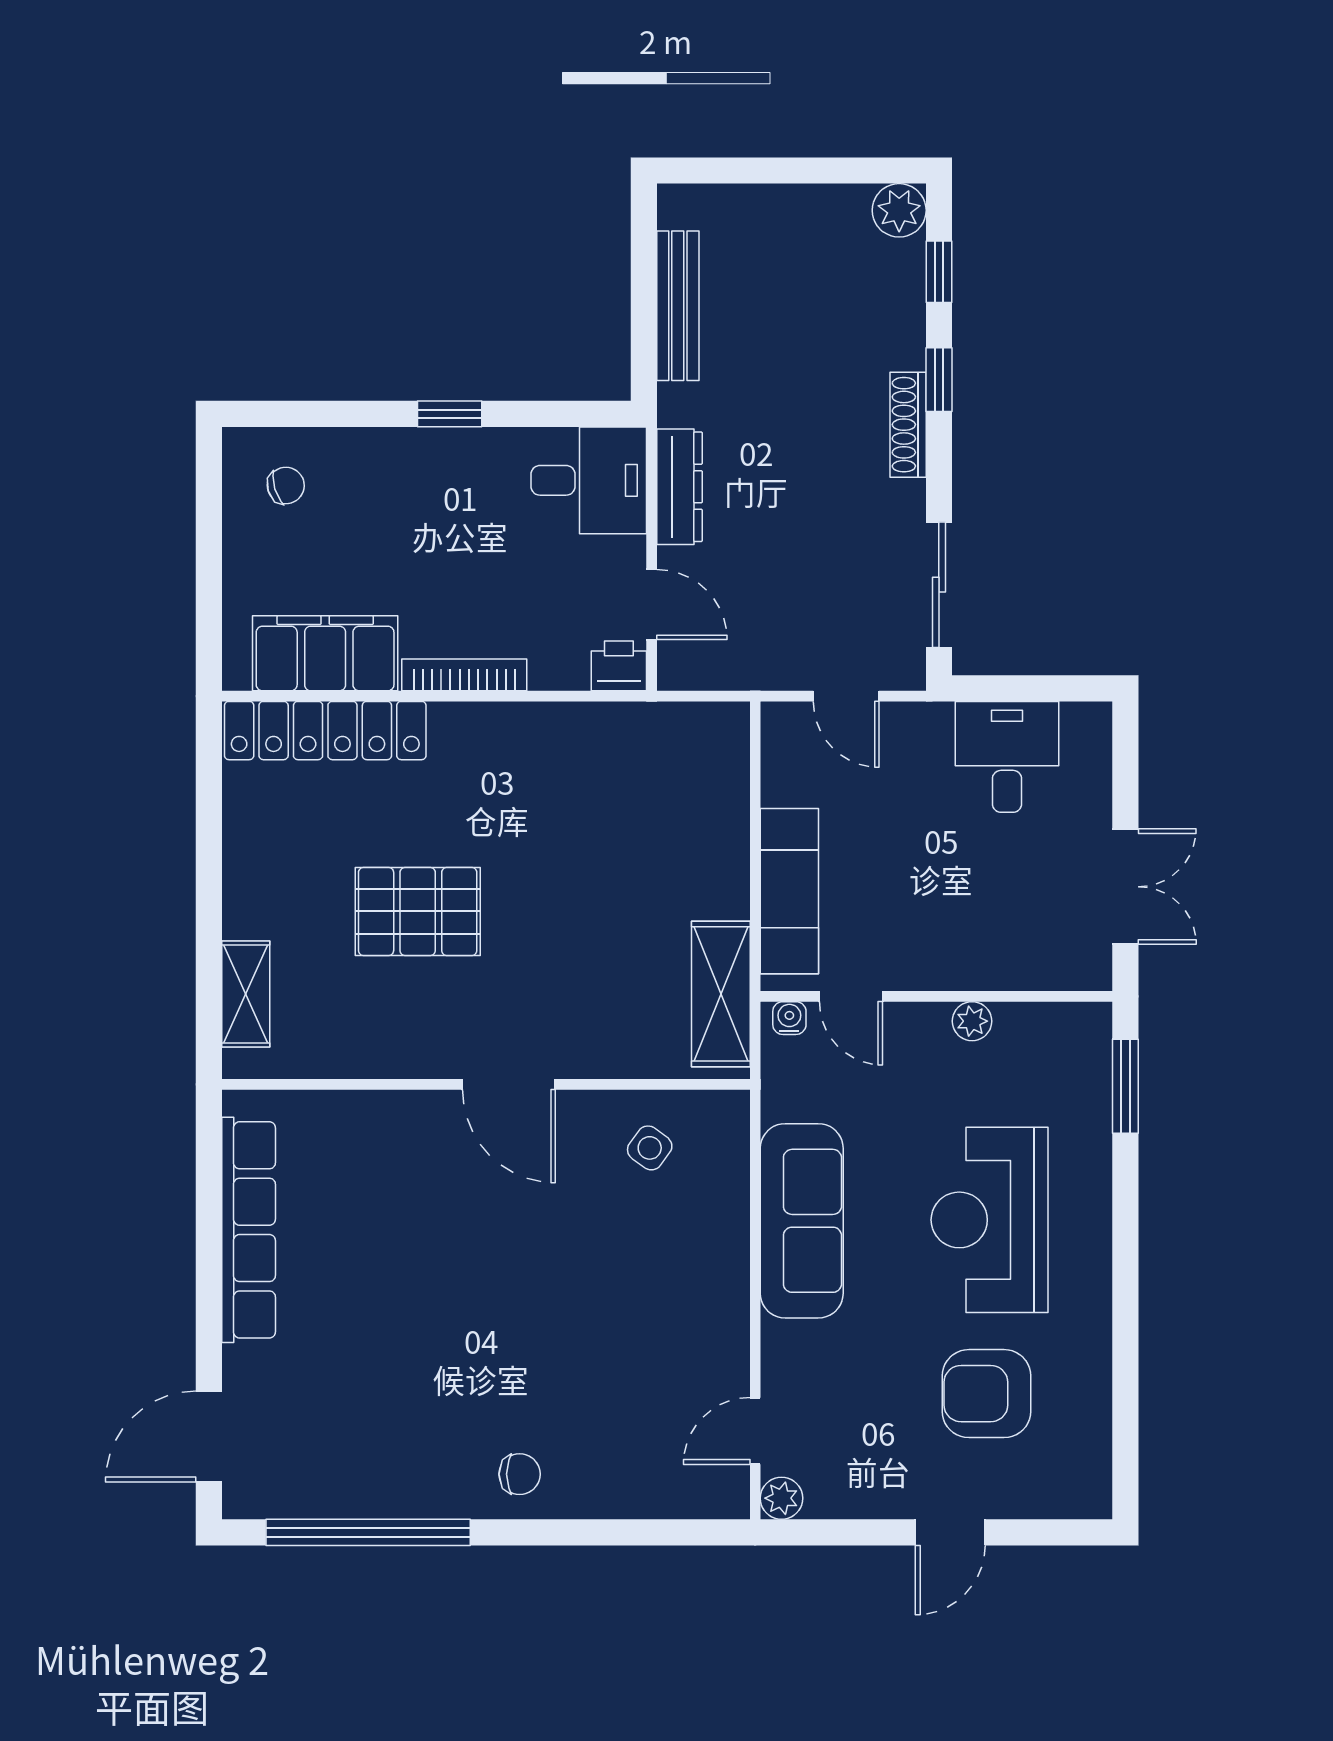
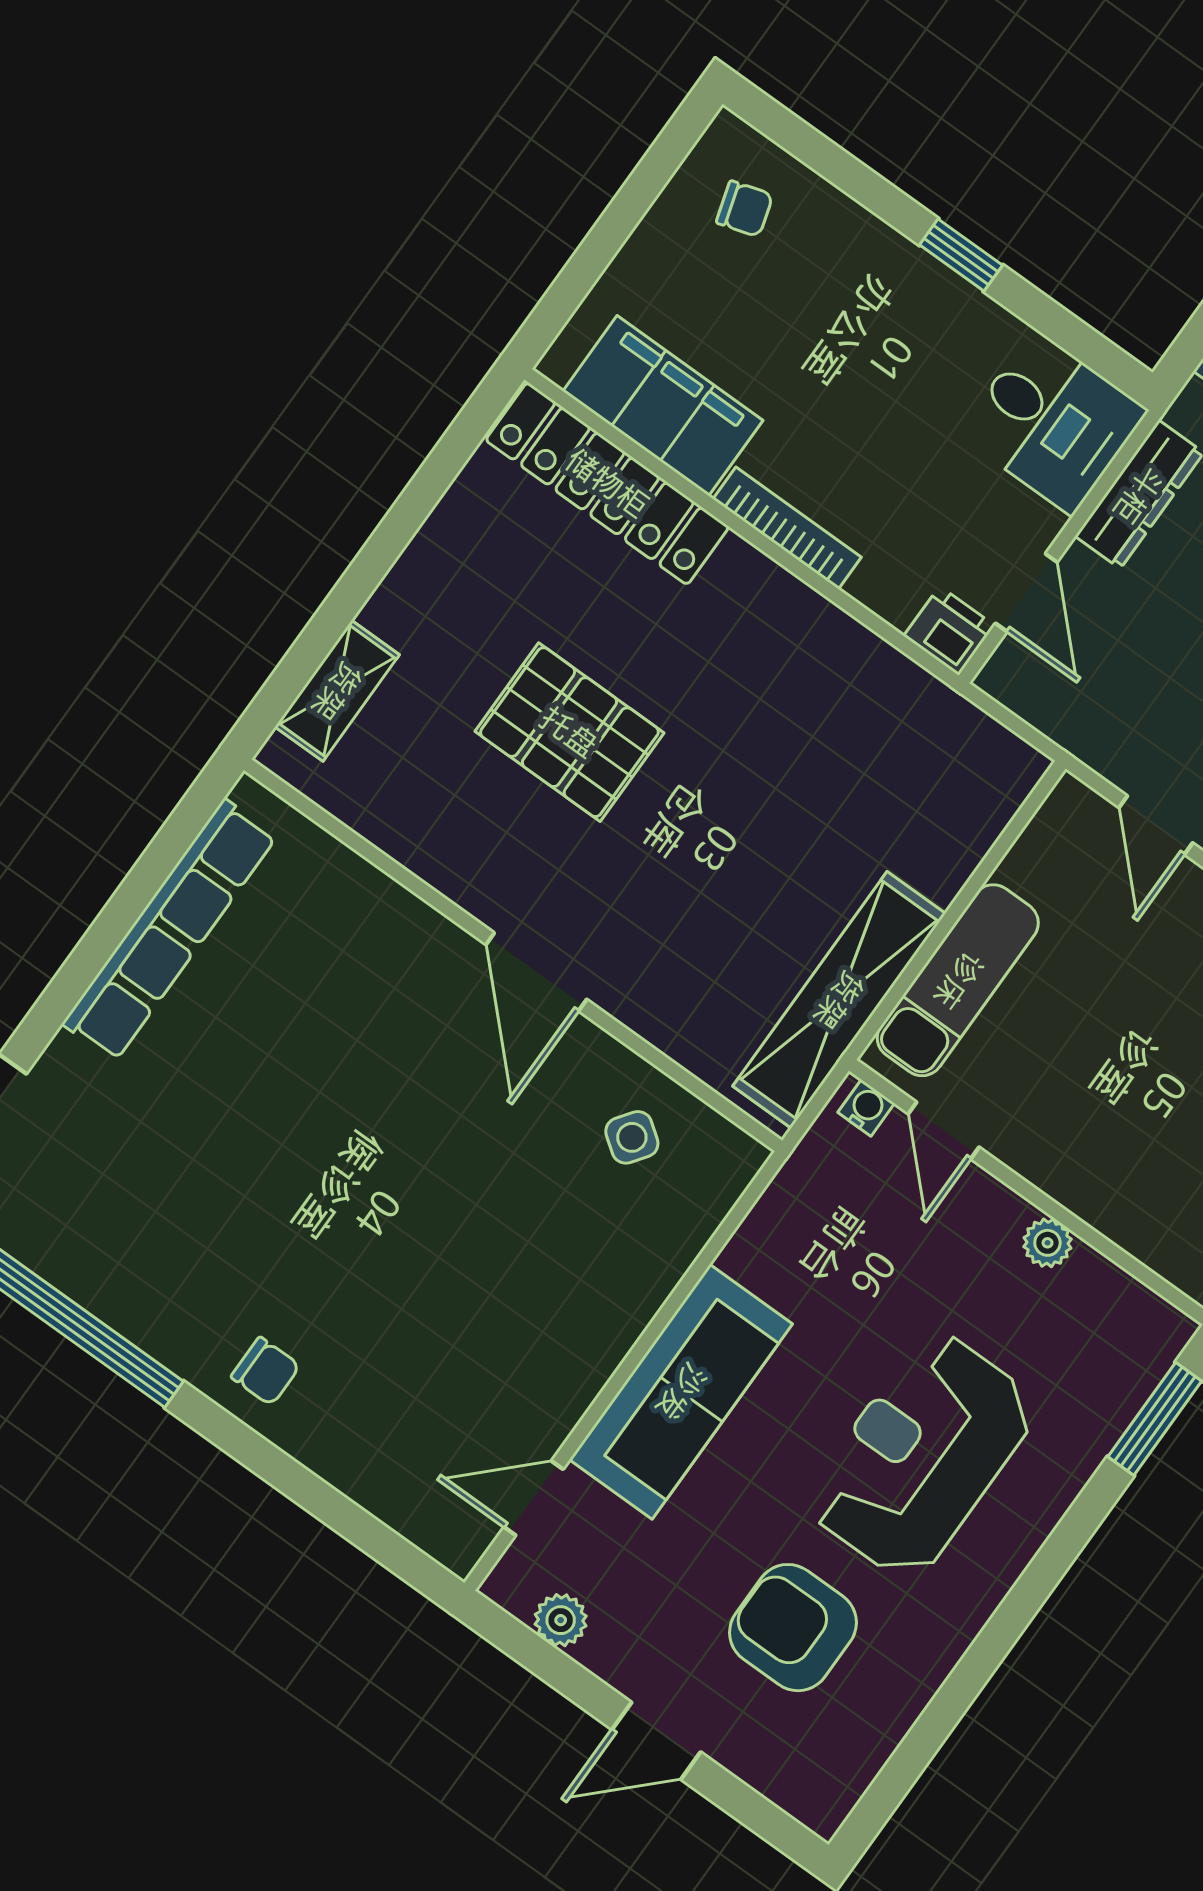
shelving: (721, 994) -> (839, 1000), width x1.47
sofa: (802, 1221) -> (681, 1392), moved
plant: (781, 1498) -> (561, 1620), moved

